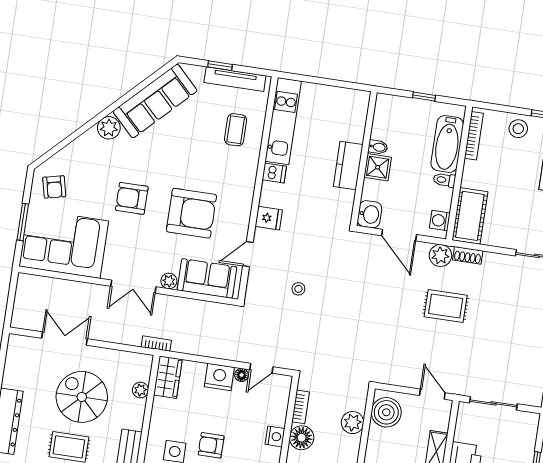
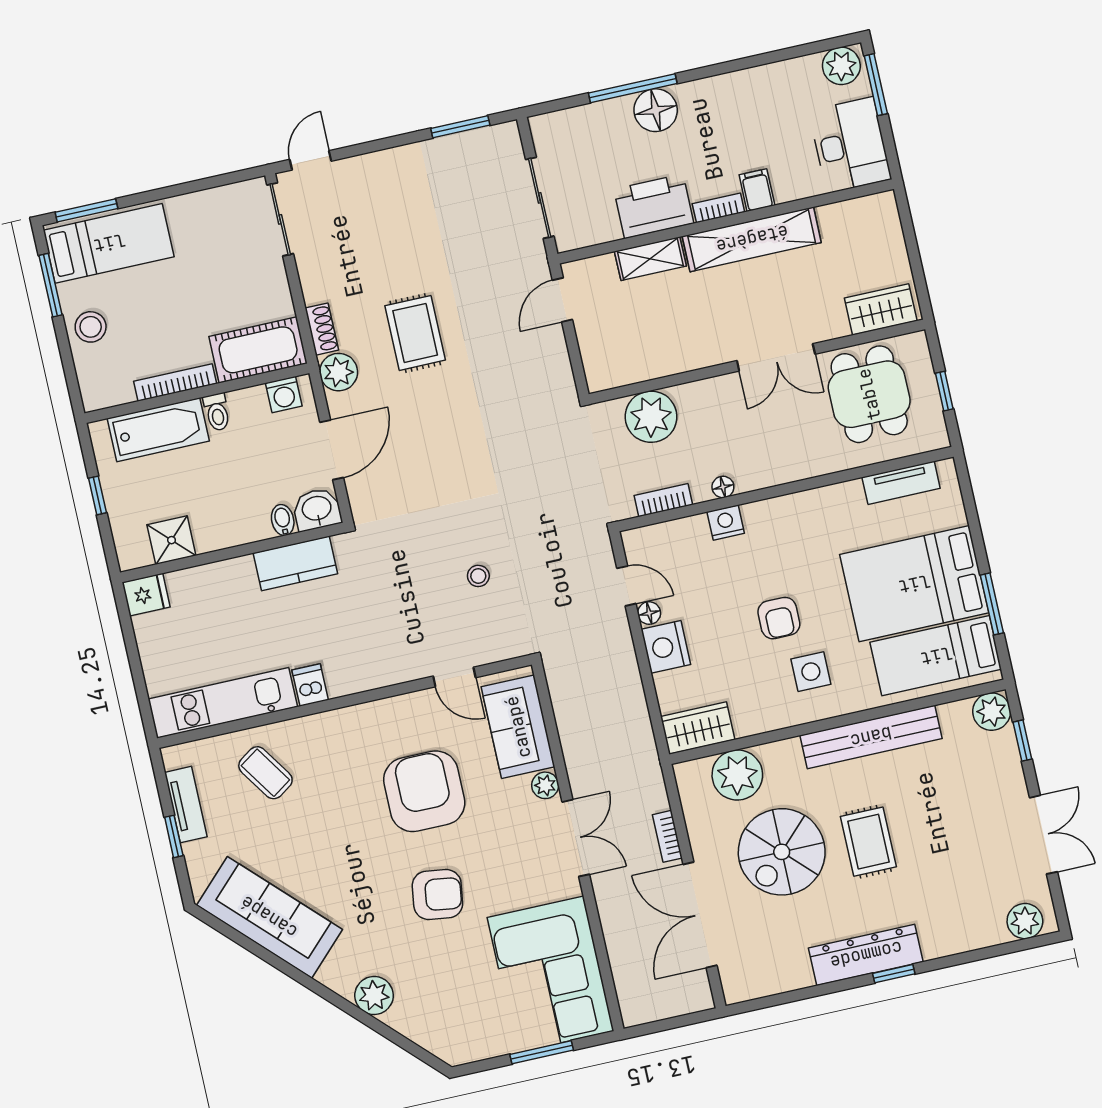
tv unit: (235, 79) -> (186, 805), width x0.71
plant: (109, 128) -> (374, 995), moved
coffee table: (236, 130) -> (265, 773), turned 56
bookcase: (474, 136) -> (175, 382), moved
bidet: (378, 147) -> (283, 520), moved
kitchen counter: (348, 166) -> (295, 563), moved
shower: (378, 167) -> (171, 540), moved
armchair: (54, 187) -> (467, 1024), removed
armchair: (132, 198) -> (437, 894), turned -82
fridge: (269, 218) -> (146, 595), moved, turned 90
double door: (65, 339) -> (700, 915), width x1.37
bookcase: (156, 344) -> (667, 836), moved
plant: (140, 390) -> (737, 775), width x1.88, depth x1.88
boiler: (386, 412) -> (619, 362), removed
plant: (353, 423) -> (651, 417), width x1.36, depth x1.36
floor lamp: (302, 438) -> (723, 487), width x0.53, depth x0.53

